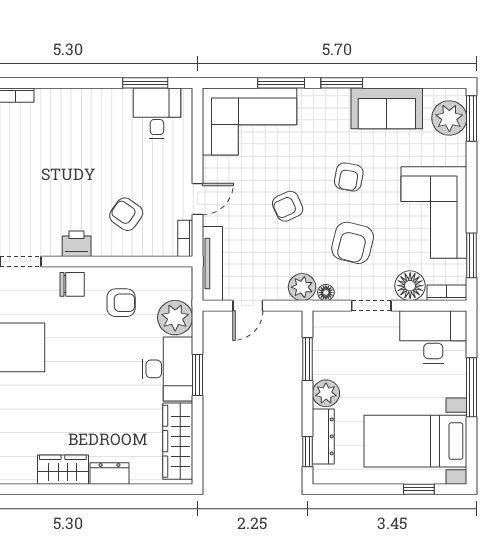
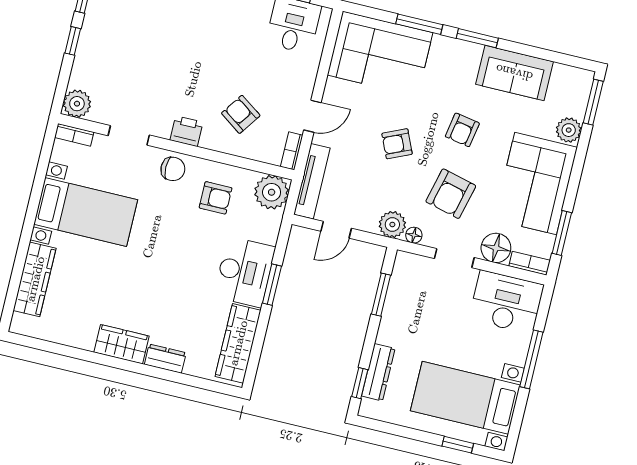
plant: (449, 118) -> (569, 130), moved, width x0.73, depth x0.73
plant: (175, 318) -> (272, 192), moved
plant: (326, 393) -> (391, 332), removed

